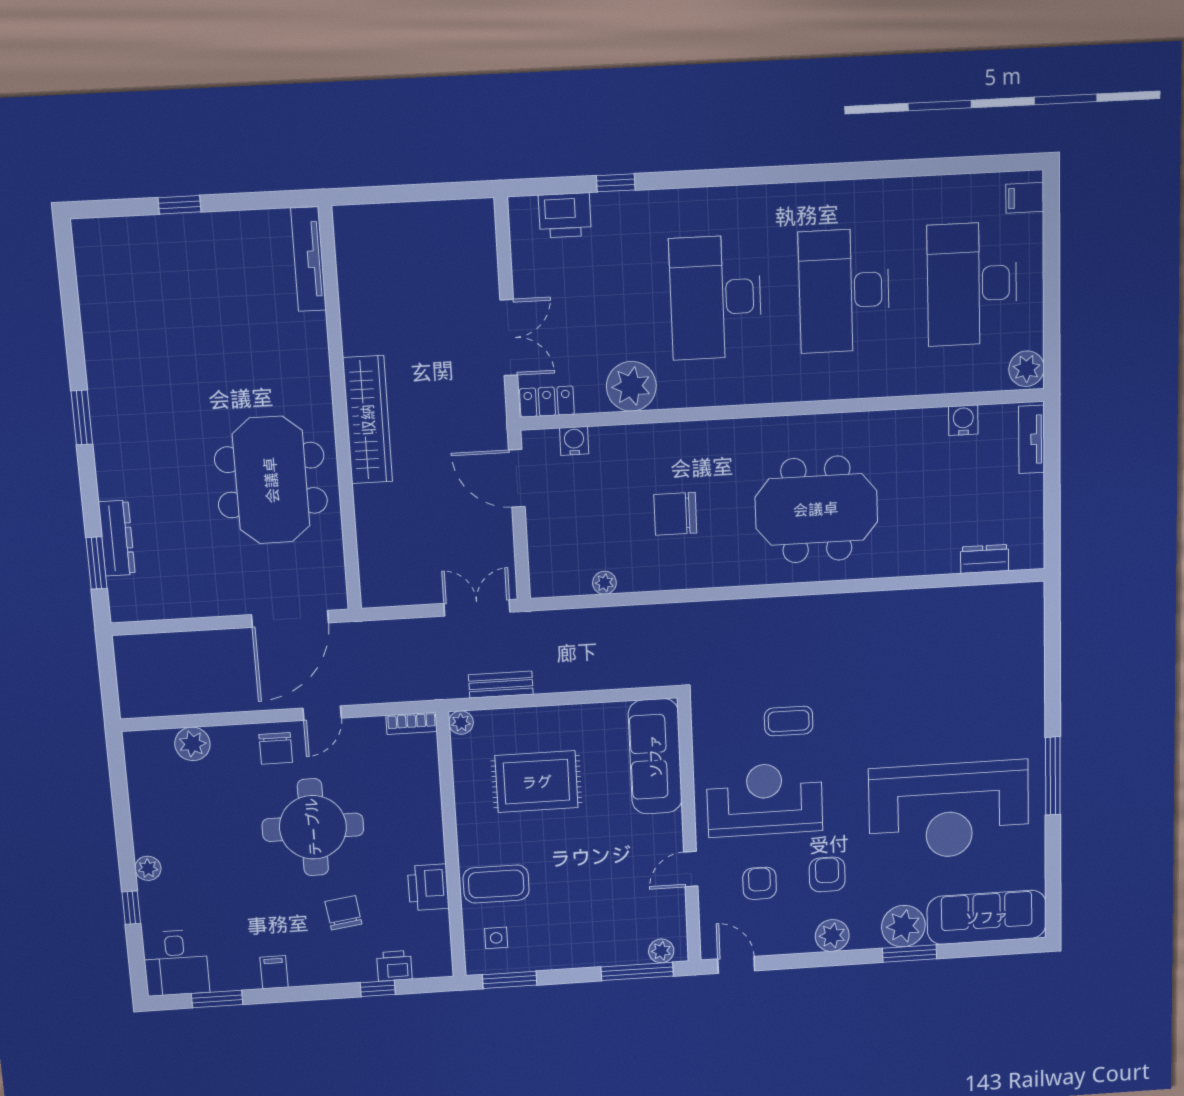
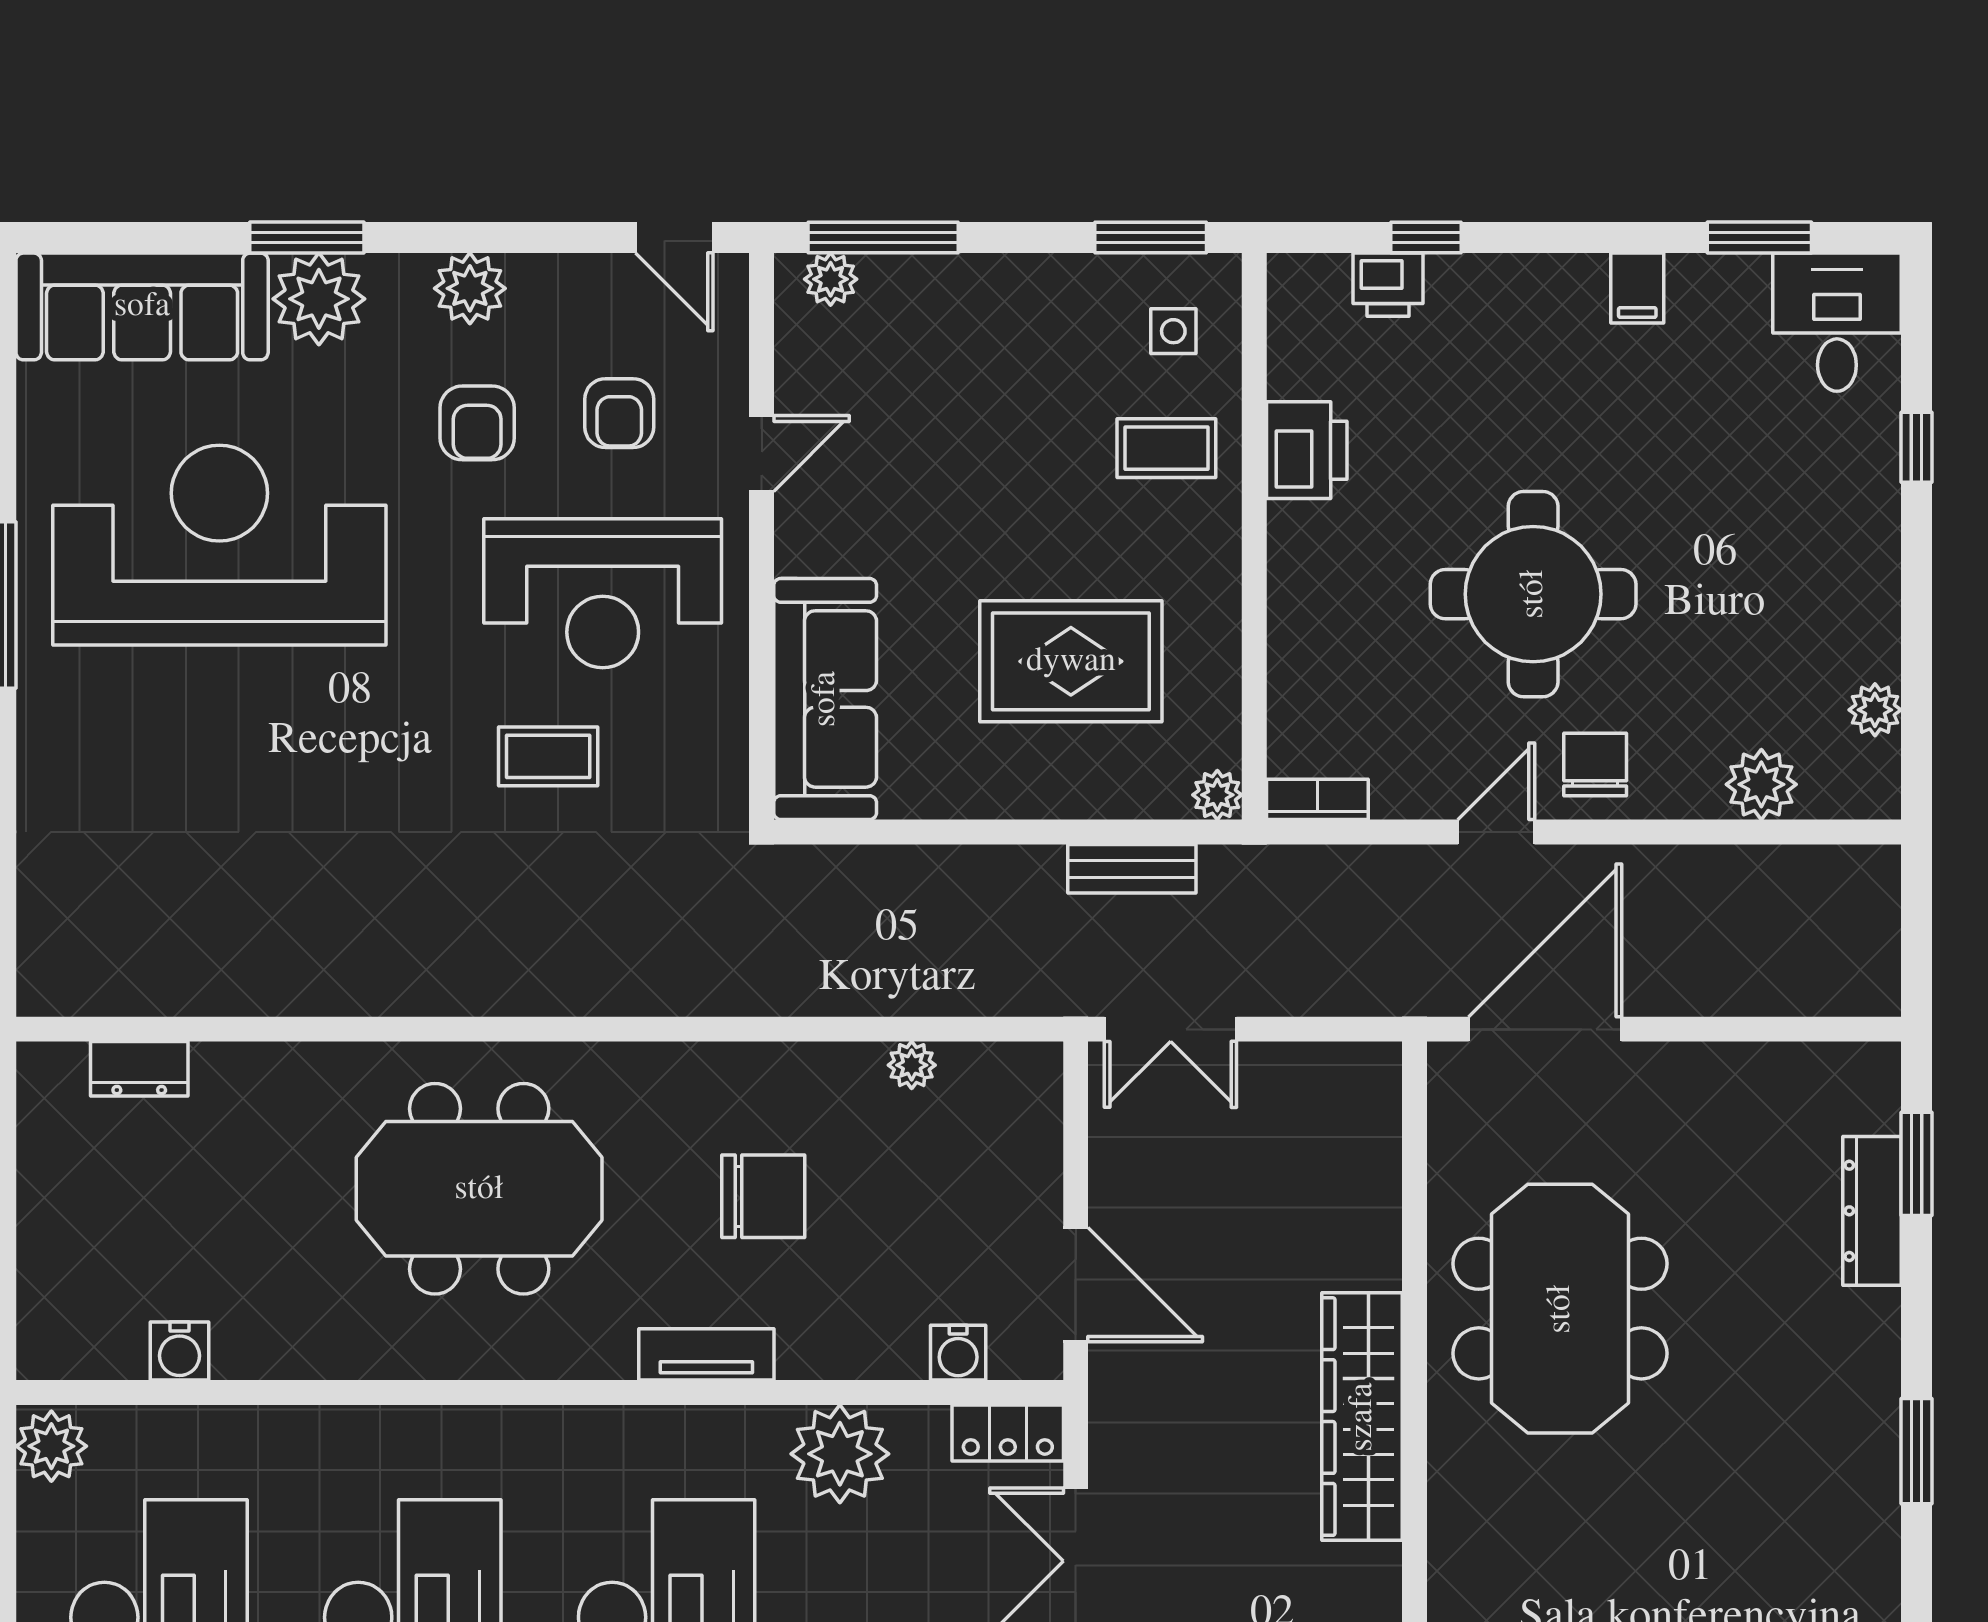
tv unit: (1032, 439) -> (706, 1354), moved, turned -90
plant: (148, 868) -> (1875, 710), moved
coffee table: (496, 884) -> (1166, 448), width x0.73, depth x0.77
chair: (343, 913) -> (1485, 407), removed

